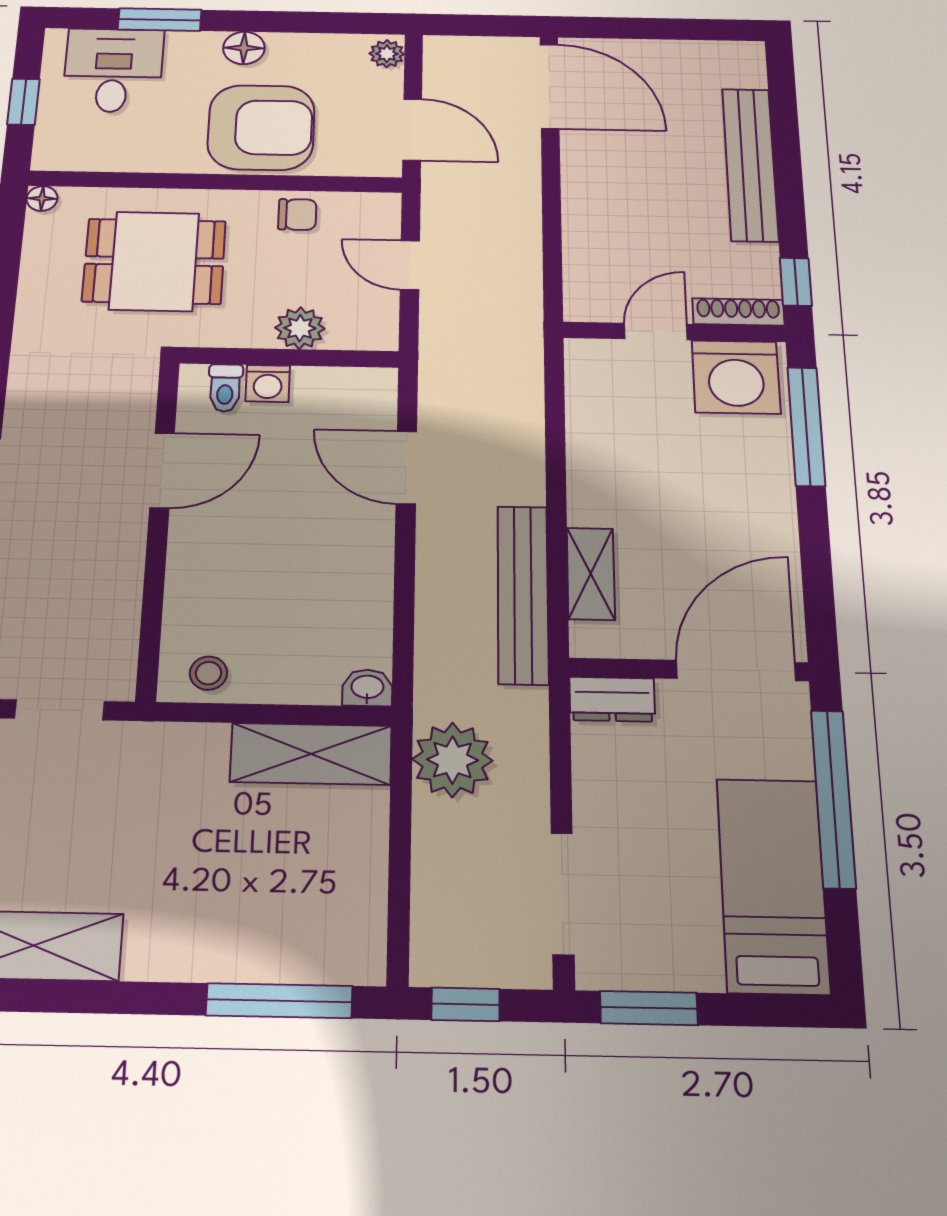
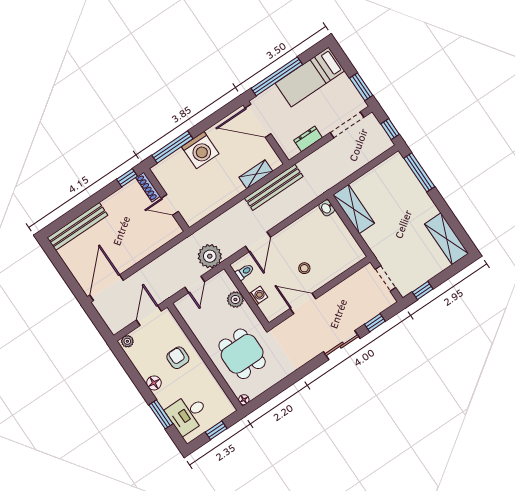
armchair: (261, 127) -> (178, 358), width x0.53, depth x0.53
bench: (750, 164) -> (77, 226), moved
chair: (297, 214) -> (200, 327), removed
washing machine: (736, 377) -> (200, 150), moved, turned 90
toilet: (225, 388) -> (245, 272), moved
stool: (208, 673) -> (304, 268), moved
dresser: (612, 699) -> (308, 139), moved, turned -90
plant: (452, 760) -> (210, 256), moved

